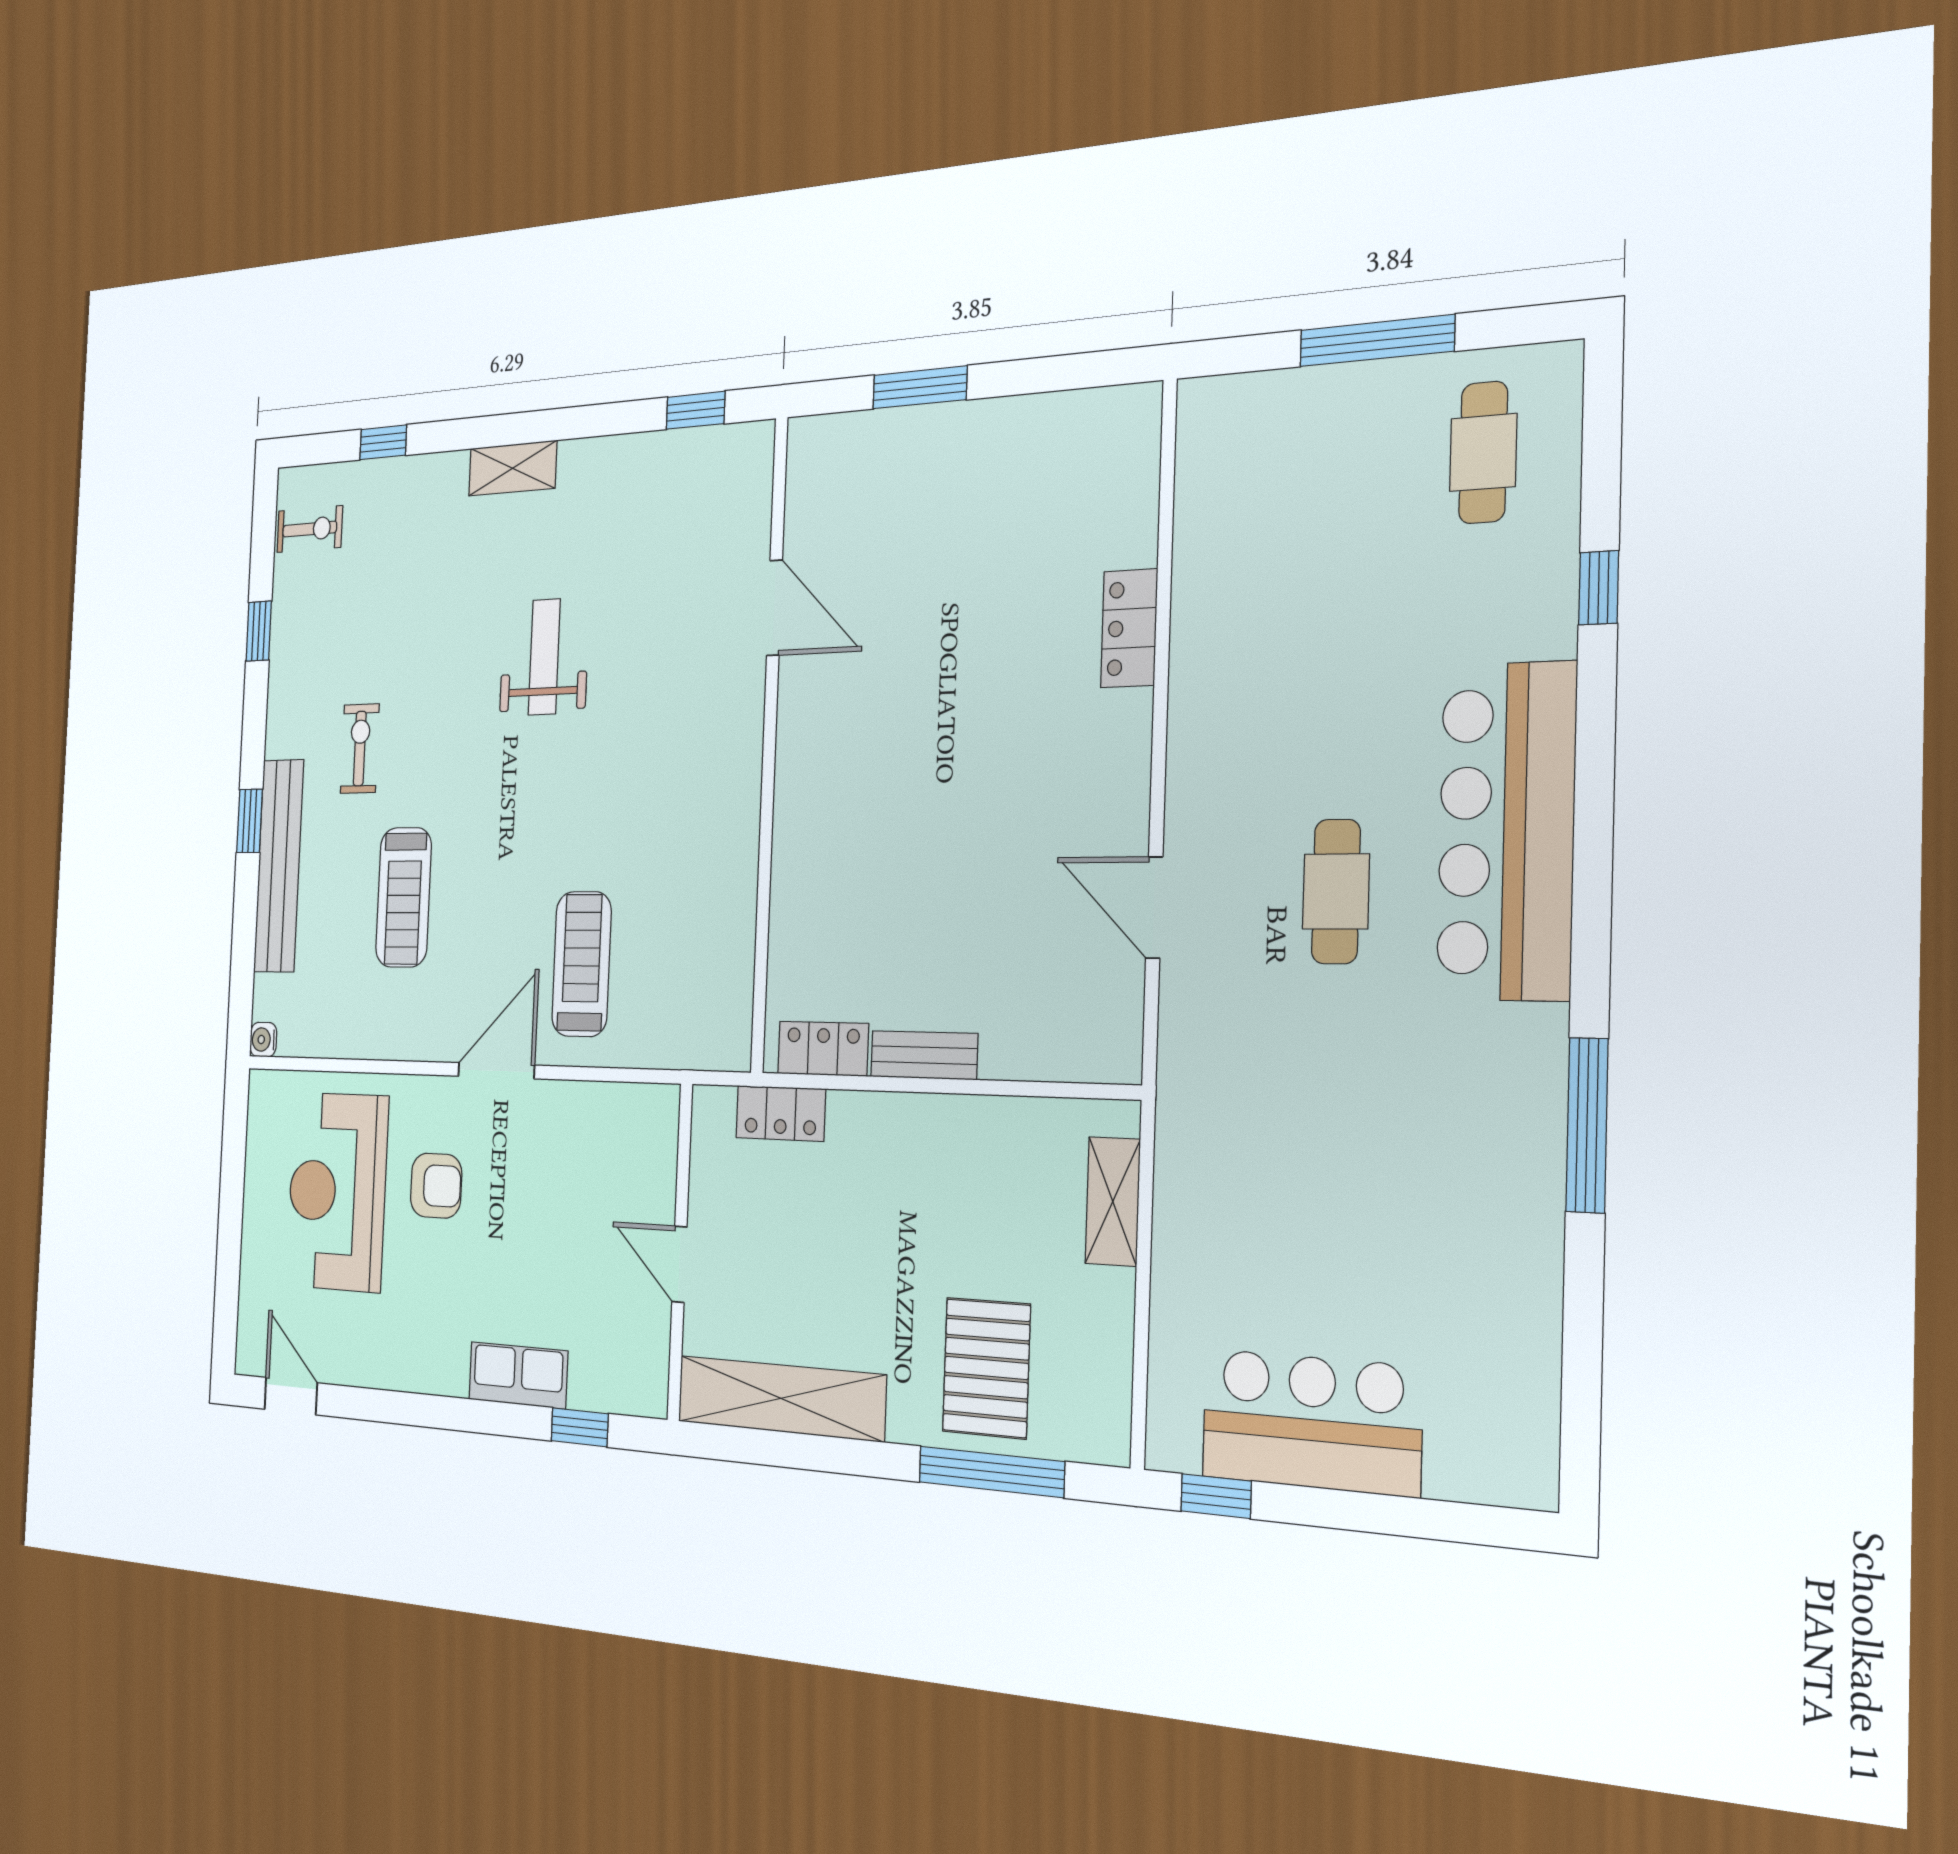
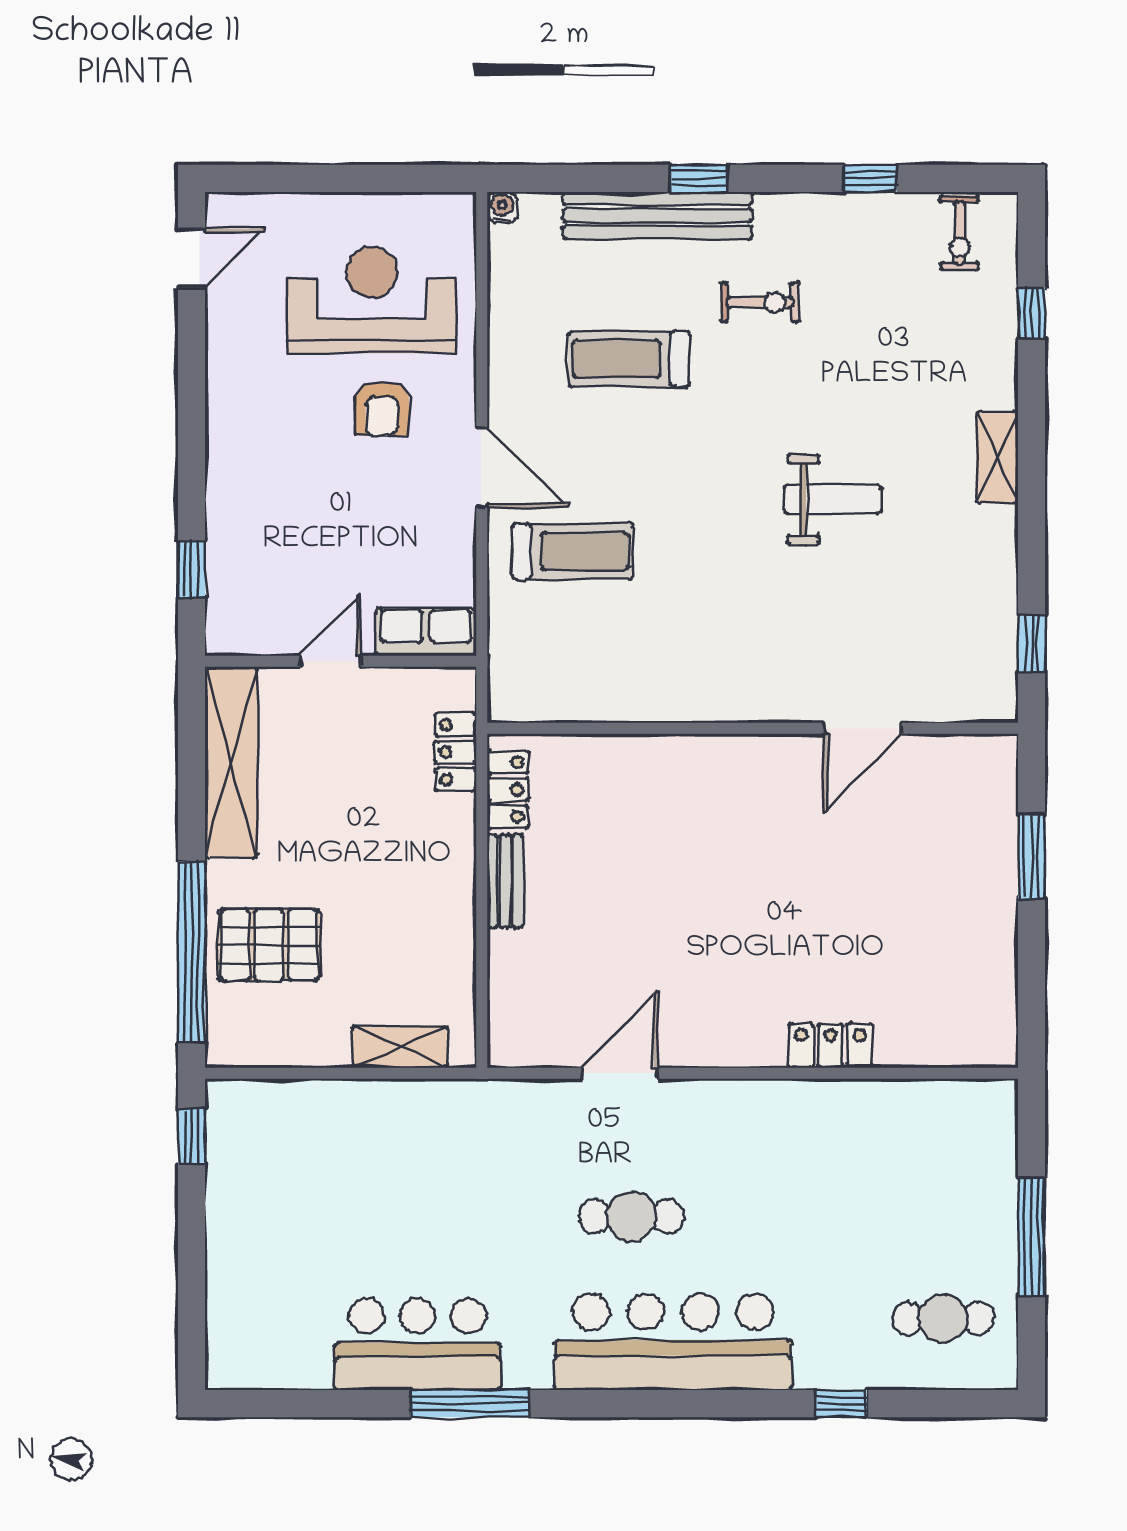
row of seats: (518, 1375) -> (426, 632), moved, turned -90
bar counter: (1311, 1422) -> (418, 1344), moved, turned -90
window: (991, 1472) -> (191, 952), width x1.46

